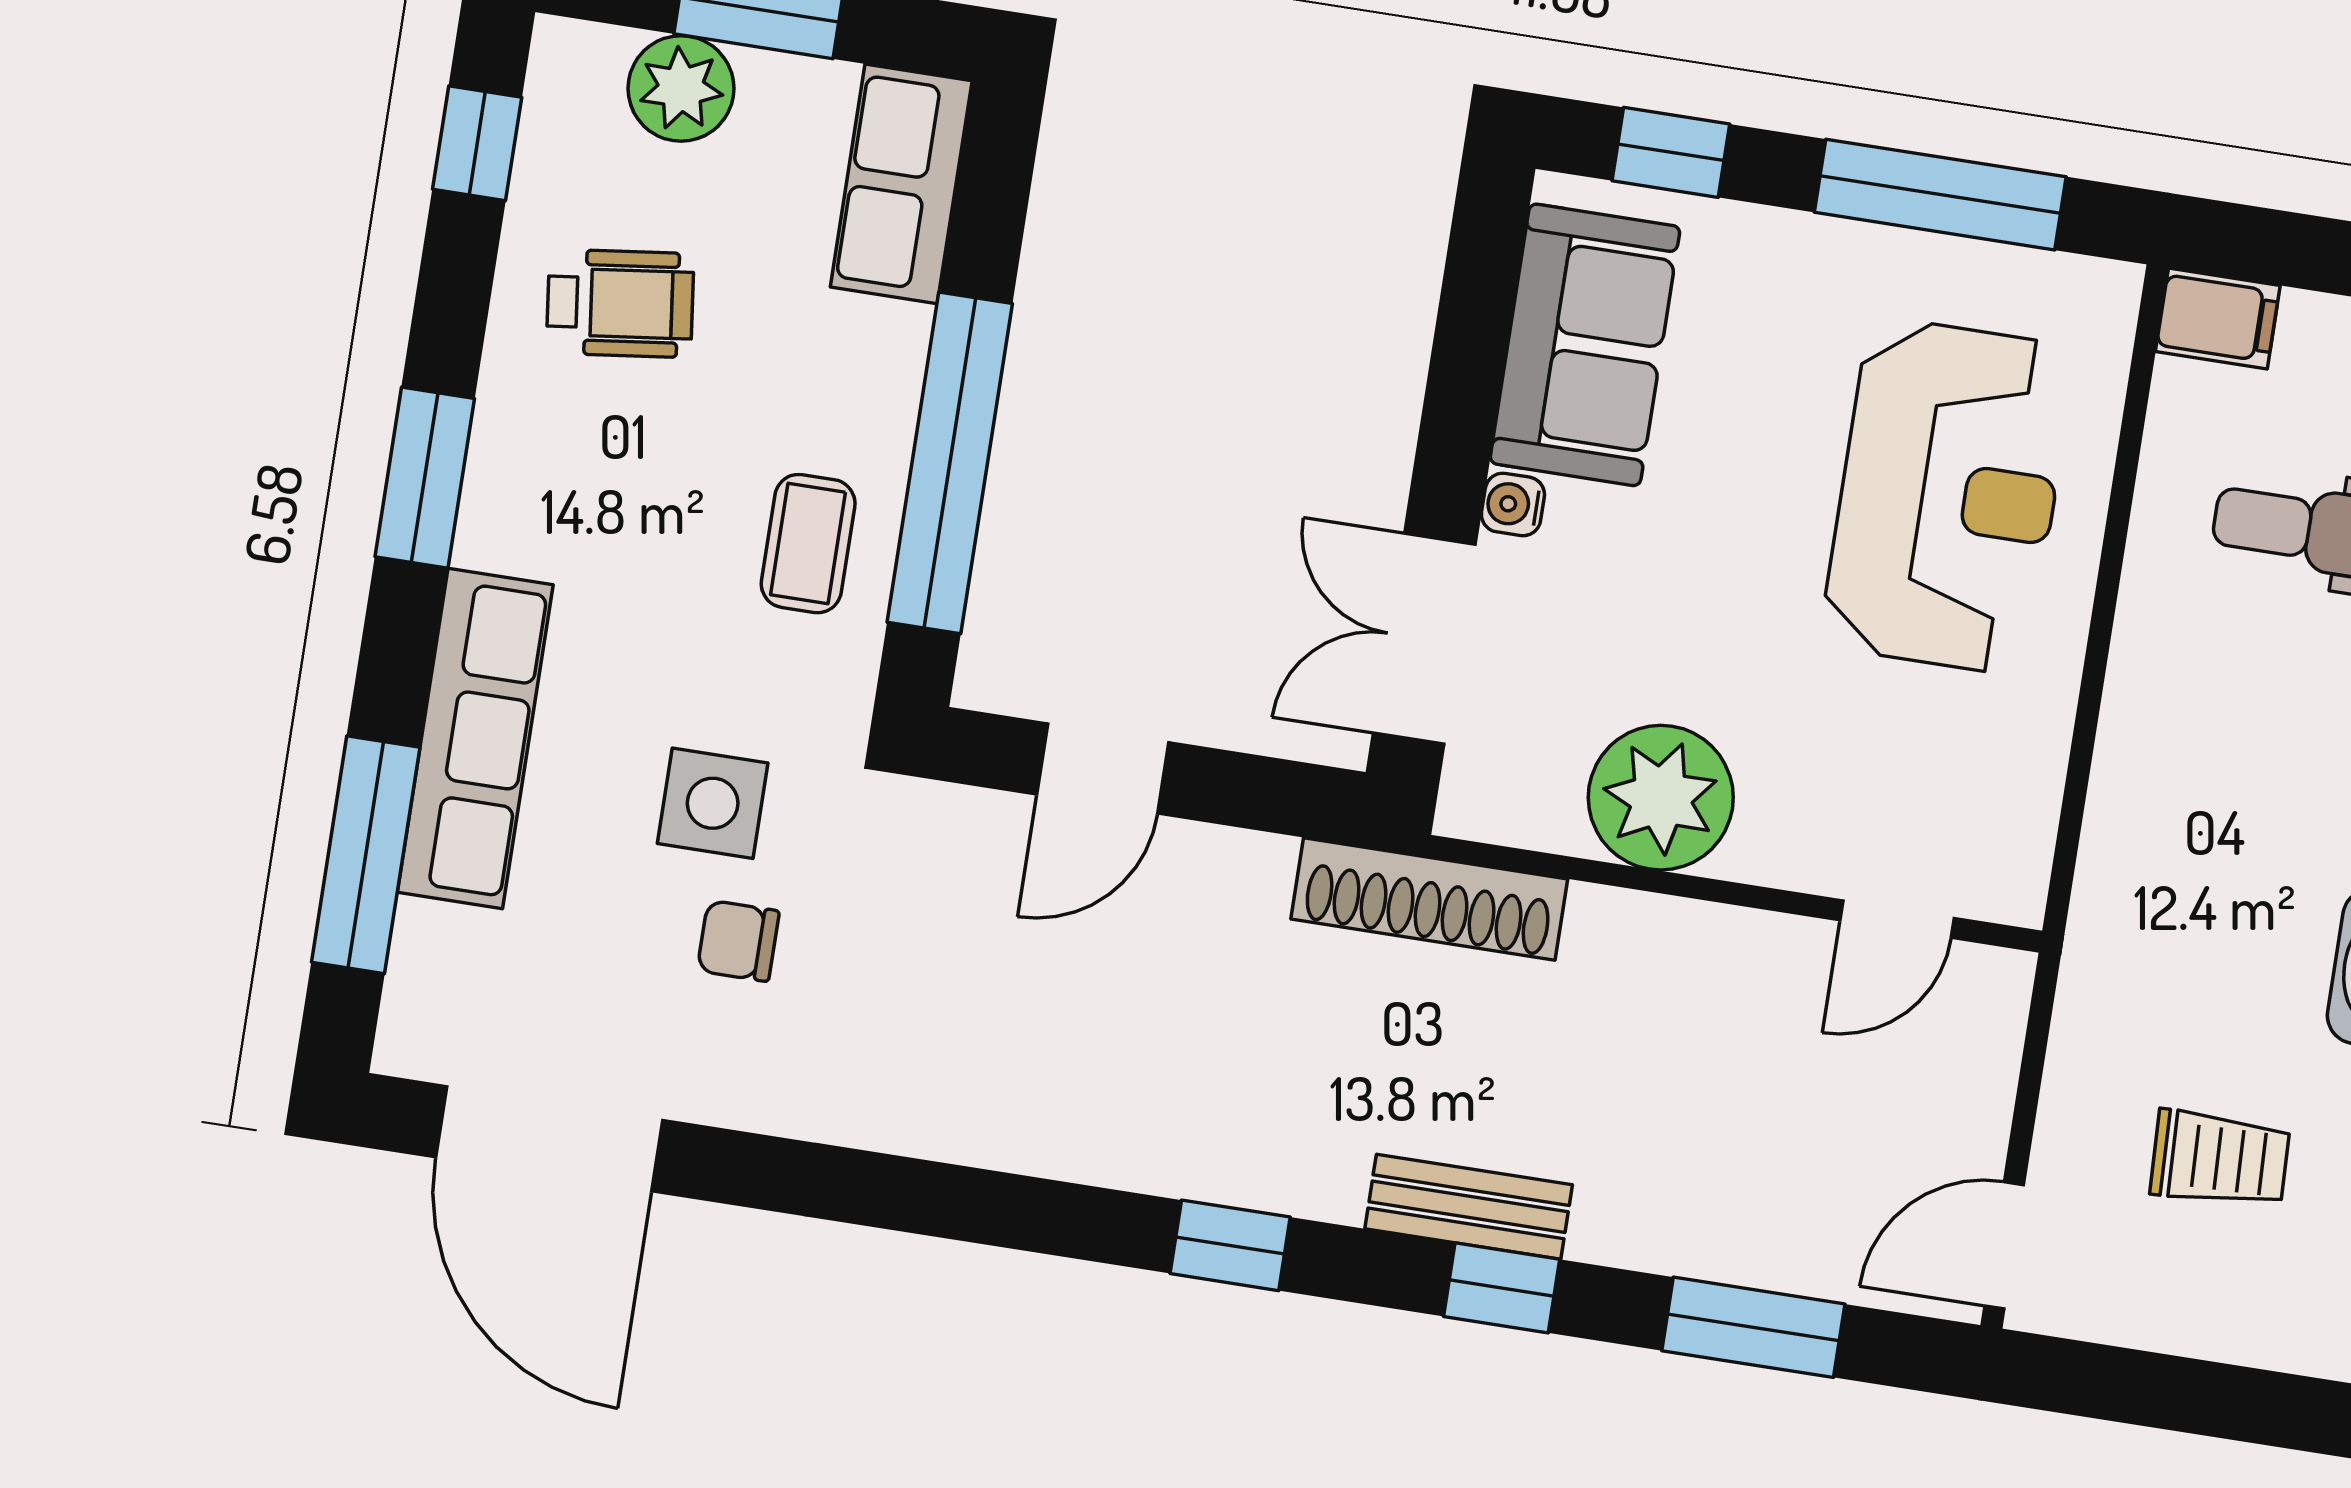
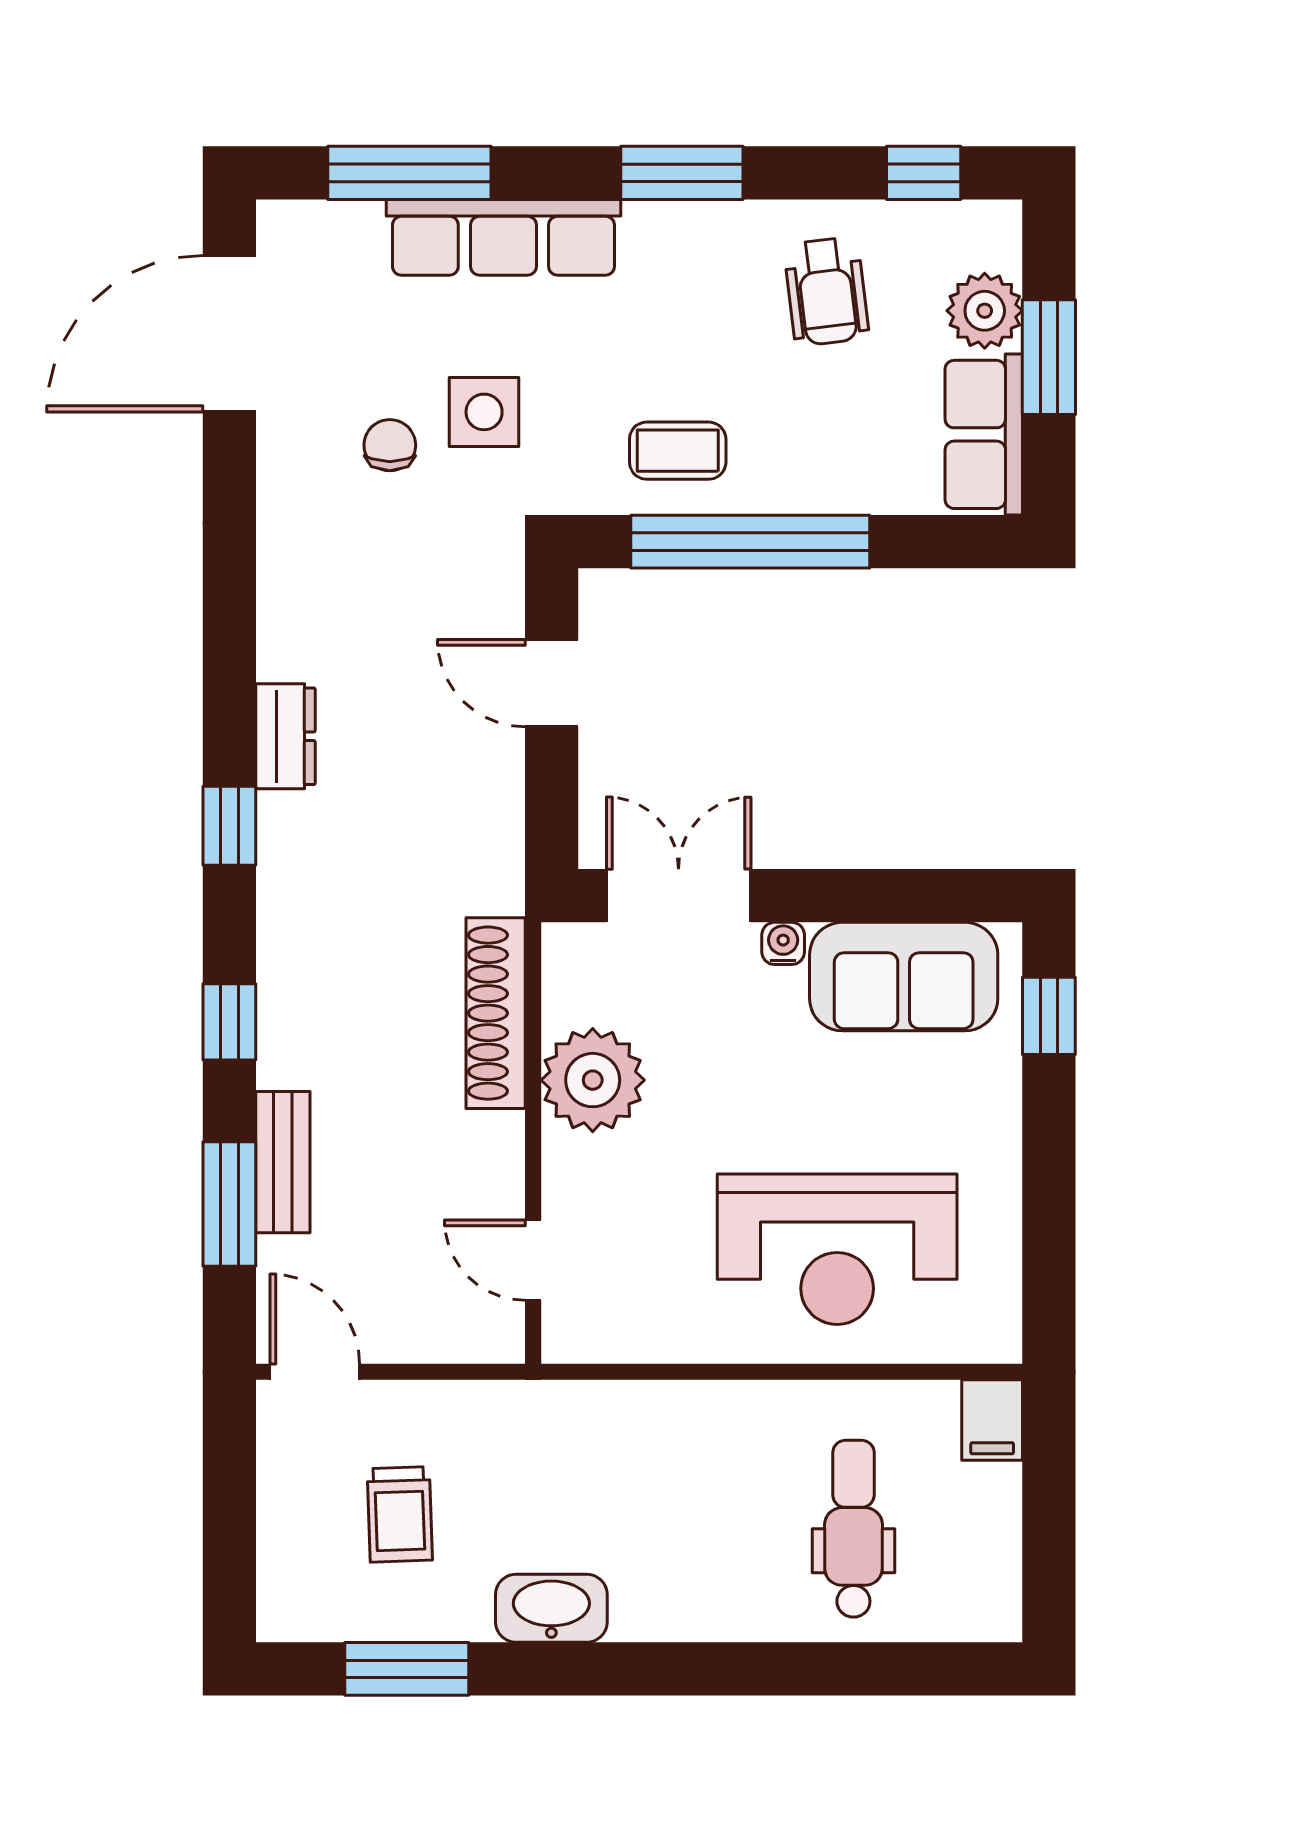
row of seats: (901, 184) -> (984, 434), moved, turned -90
window: (1940, 195) -> (1049, 1211), removed
shoe rack: (1429, 899) -> (496, 1013), moved
dresser: (1118, 1148) -> (285, 736), added
bench: (1469, 1207) -> (283, 1162), moved

